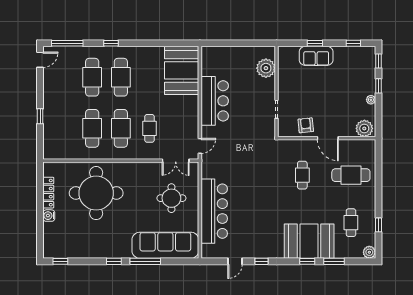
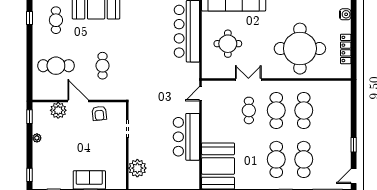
window: (379, 86) -> (30, 117), moved
window: (40, 116) -> (354, 145), moved
plant: (364, 128) -> (58, 110), moved
double door: (176, 161) -> (248, 80), moved
water cooler: (49, 216) -> (345, 14), moved

